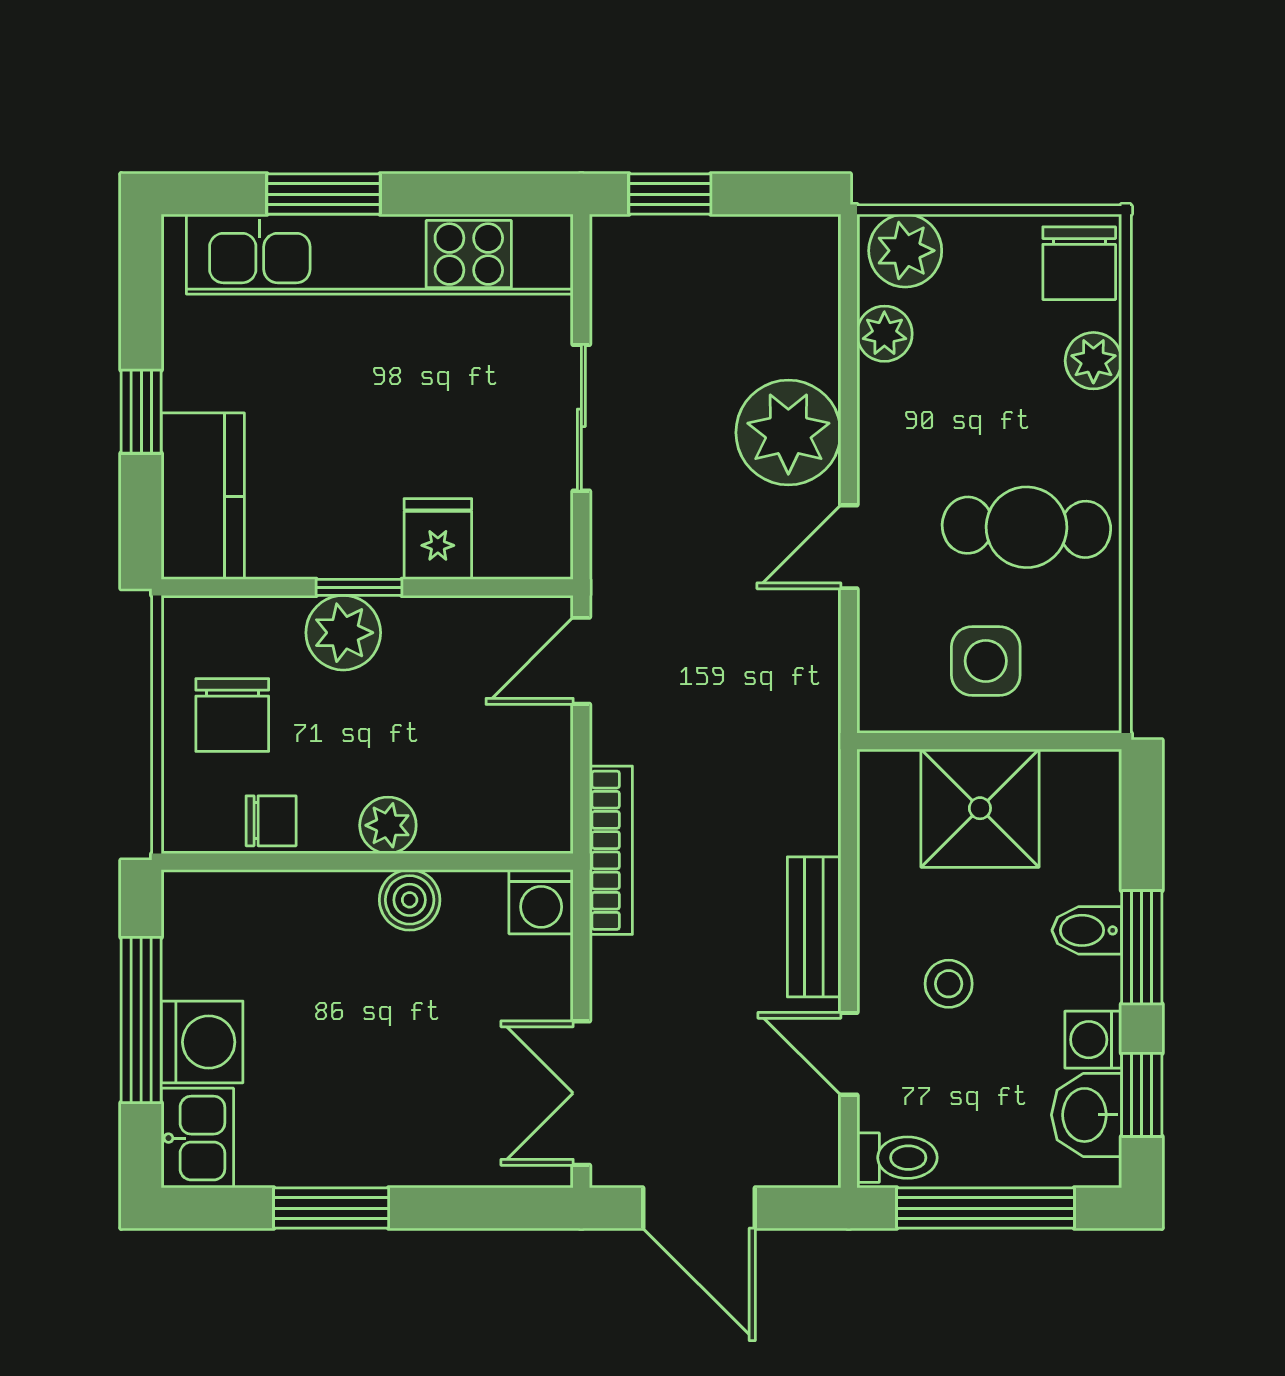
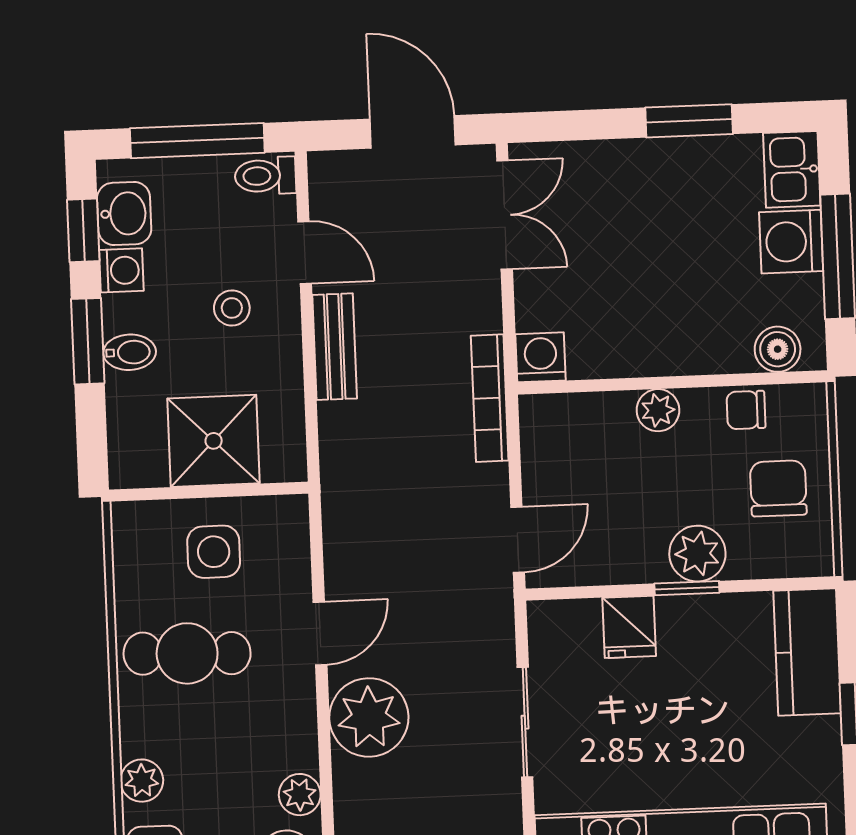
boiler: (410, 900) -> (778, 349), moved

